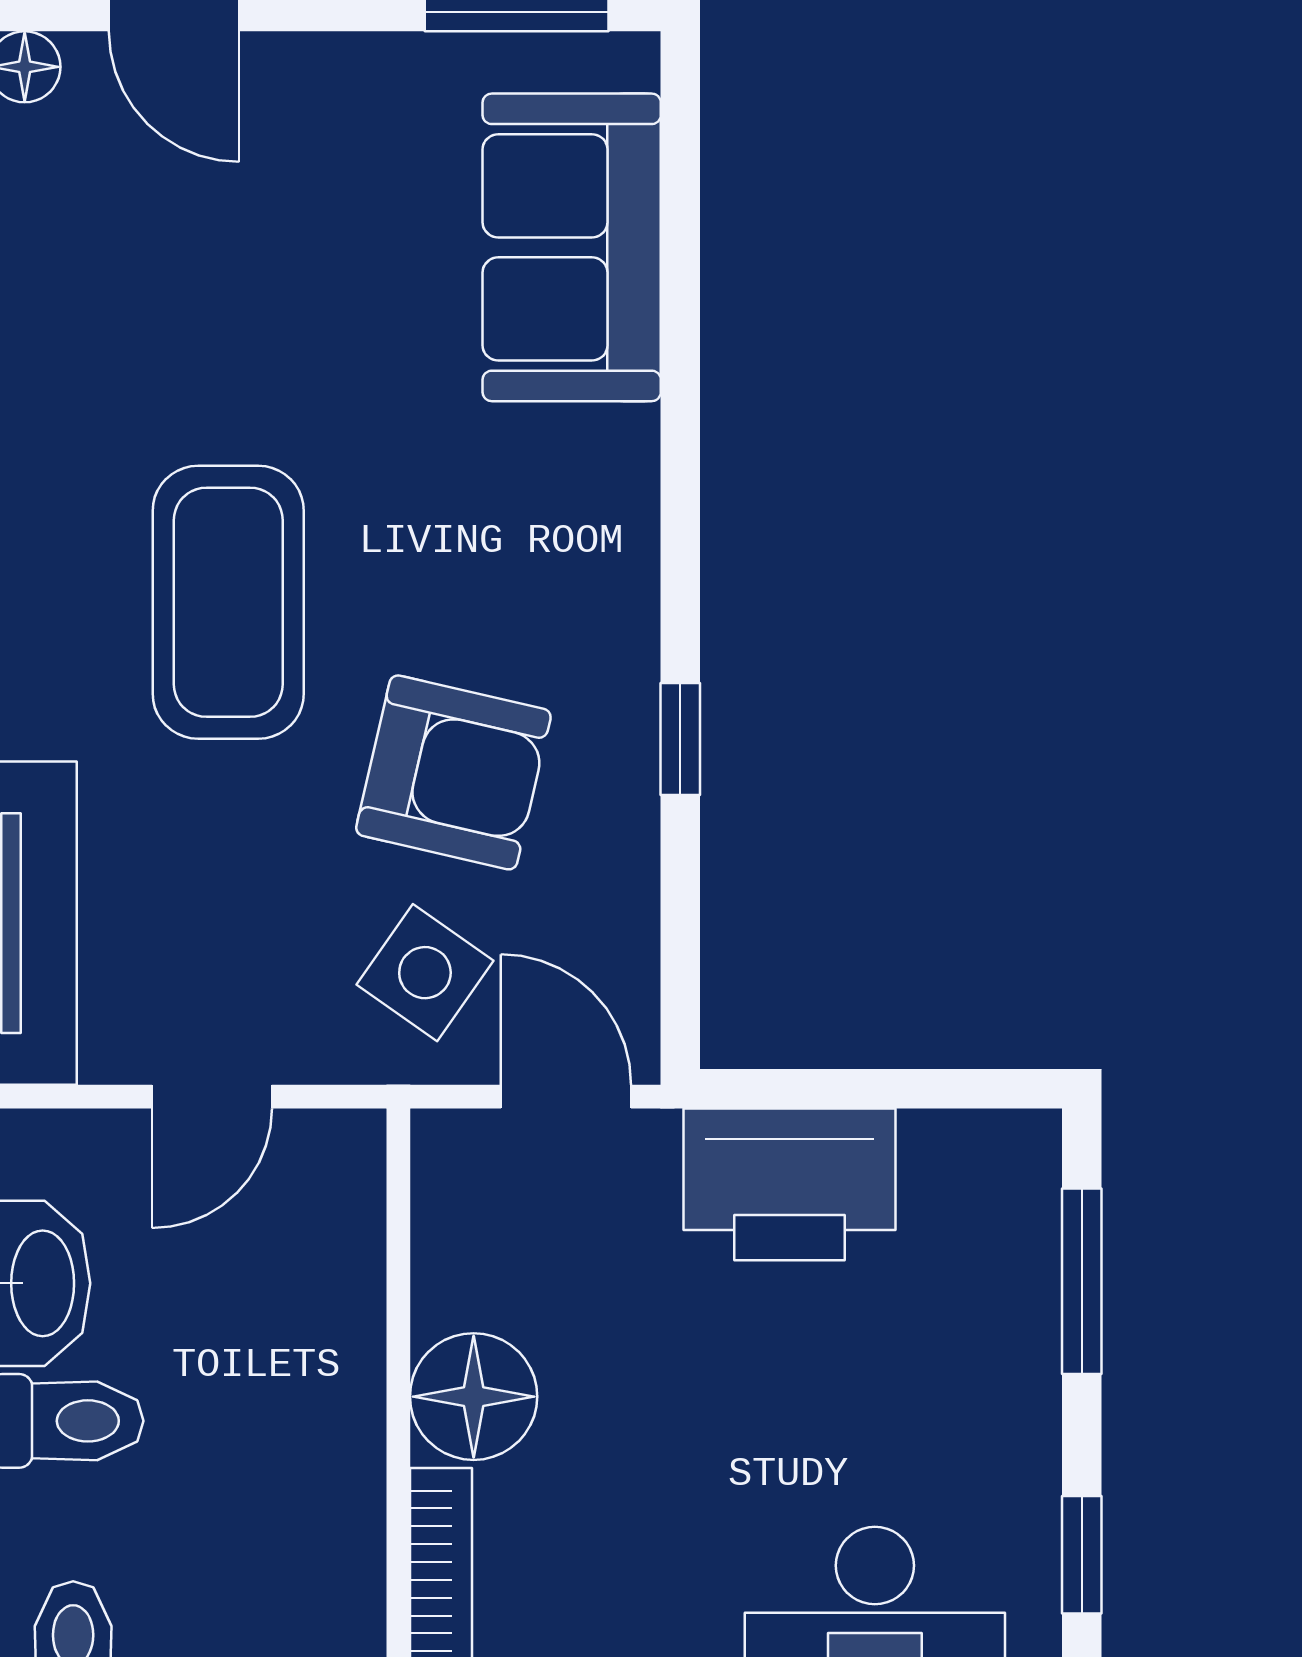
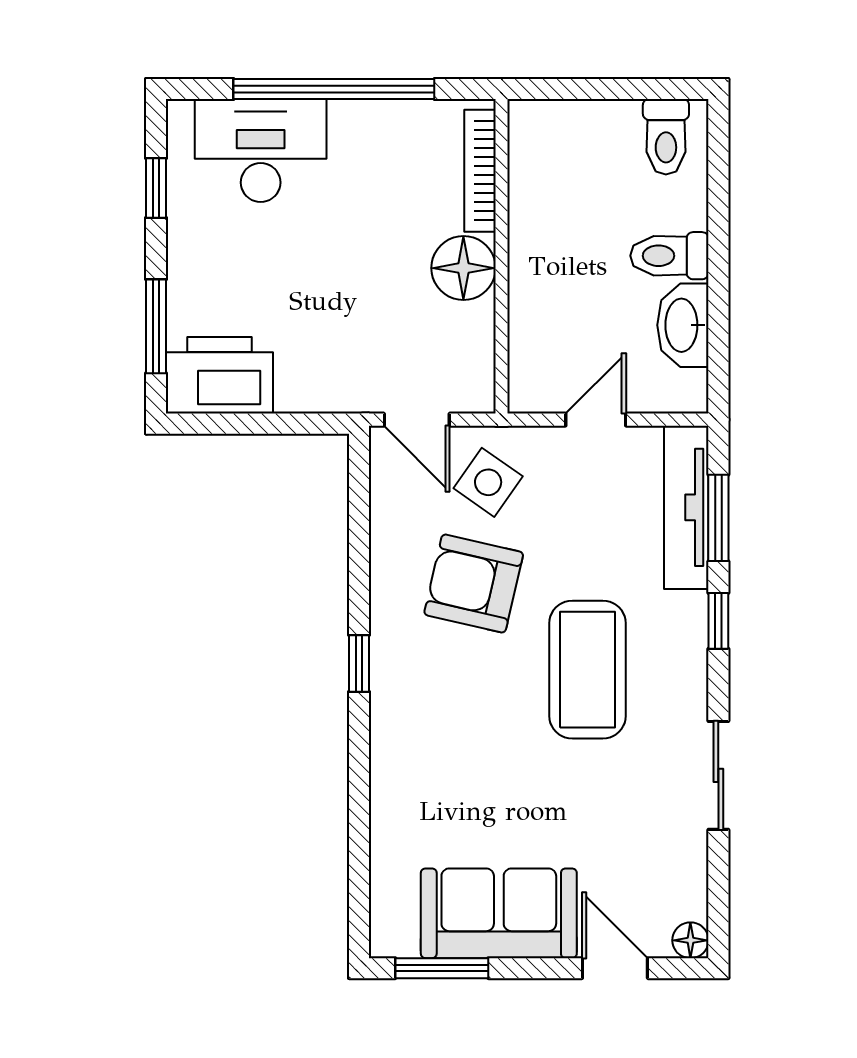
sofa: (572, 247) -> (499, 913), moved, turned -90
window: (680, 739) -> (359, 663), moved
printer: (789, 1184) -> (219, 375), moved

